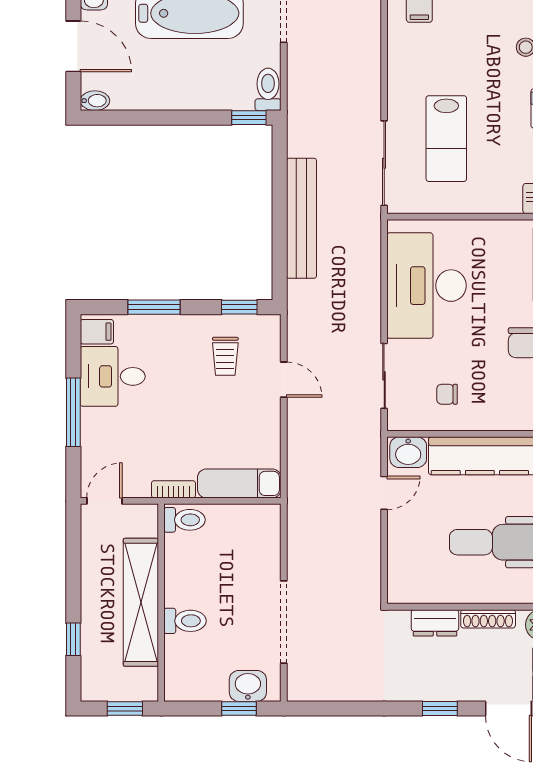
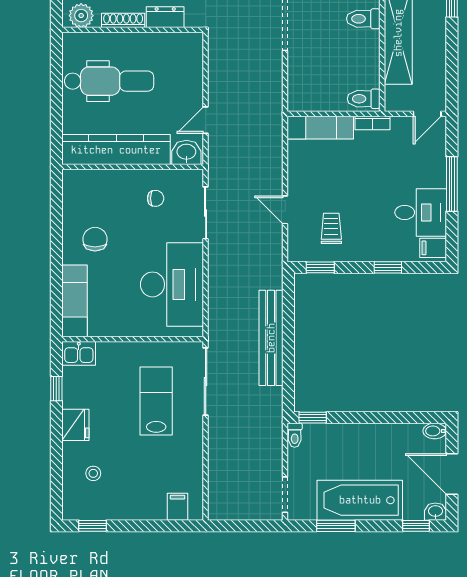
toilet: (268, 89) -> (295, 435), width x0.73, depth x0.72
window: (154, 307) -> (388, 267), width x0.67

